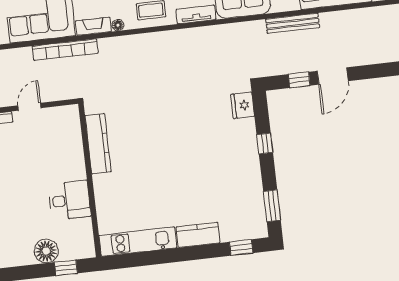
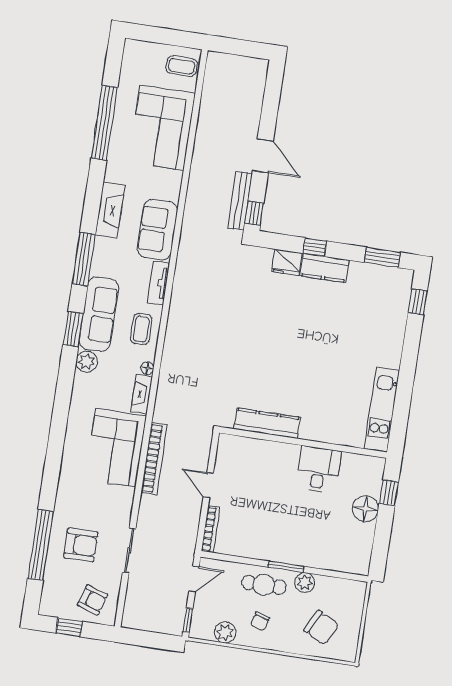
bench: (293, 23) -> (240, 201), moved
bookcase: (65, 50) -> (154, 459), moved
window: (299, 80) -> (254, 213), moved
fridge: (243, 105) -> (287, 262), moved
kitchen counter: (198, 235) -> (324, 268), moved, turned -90

